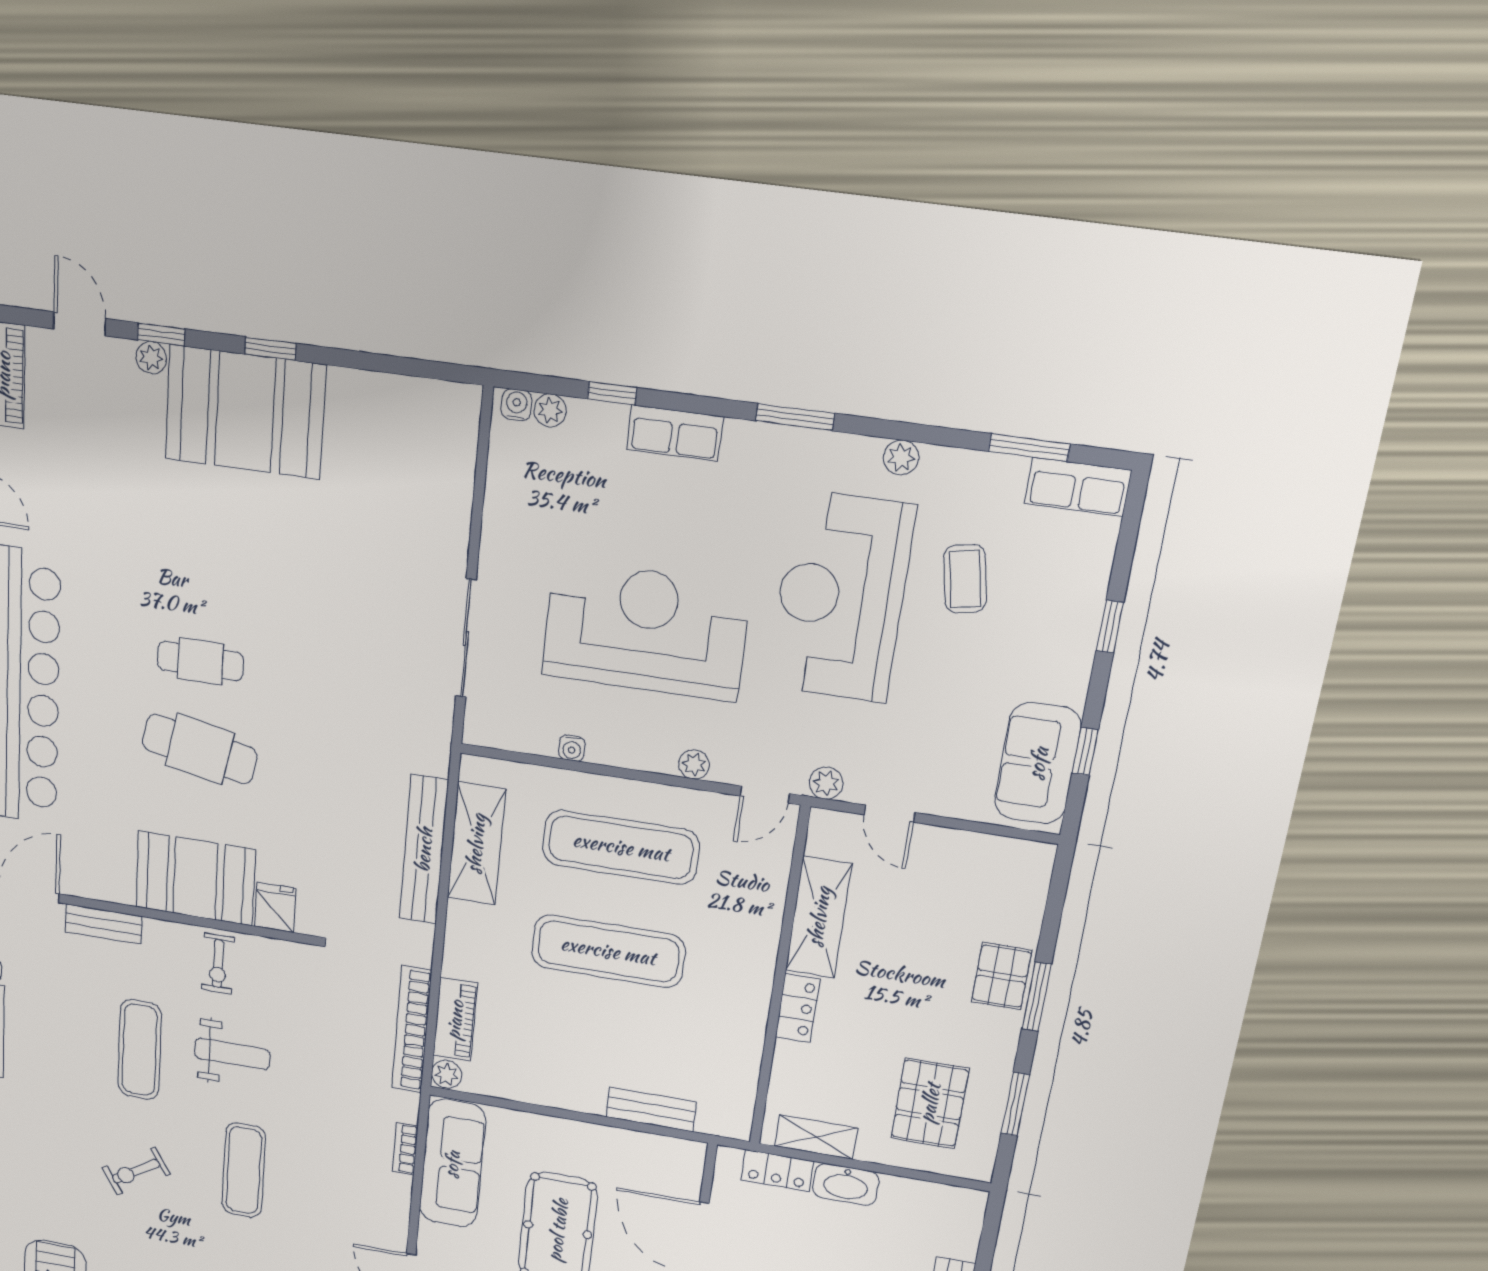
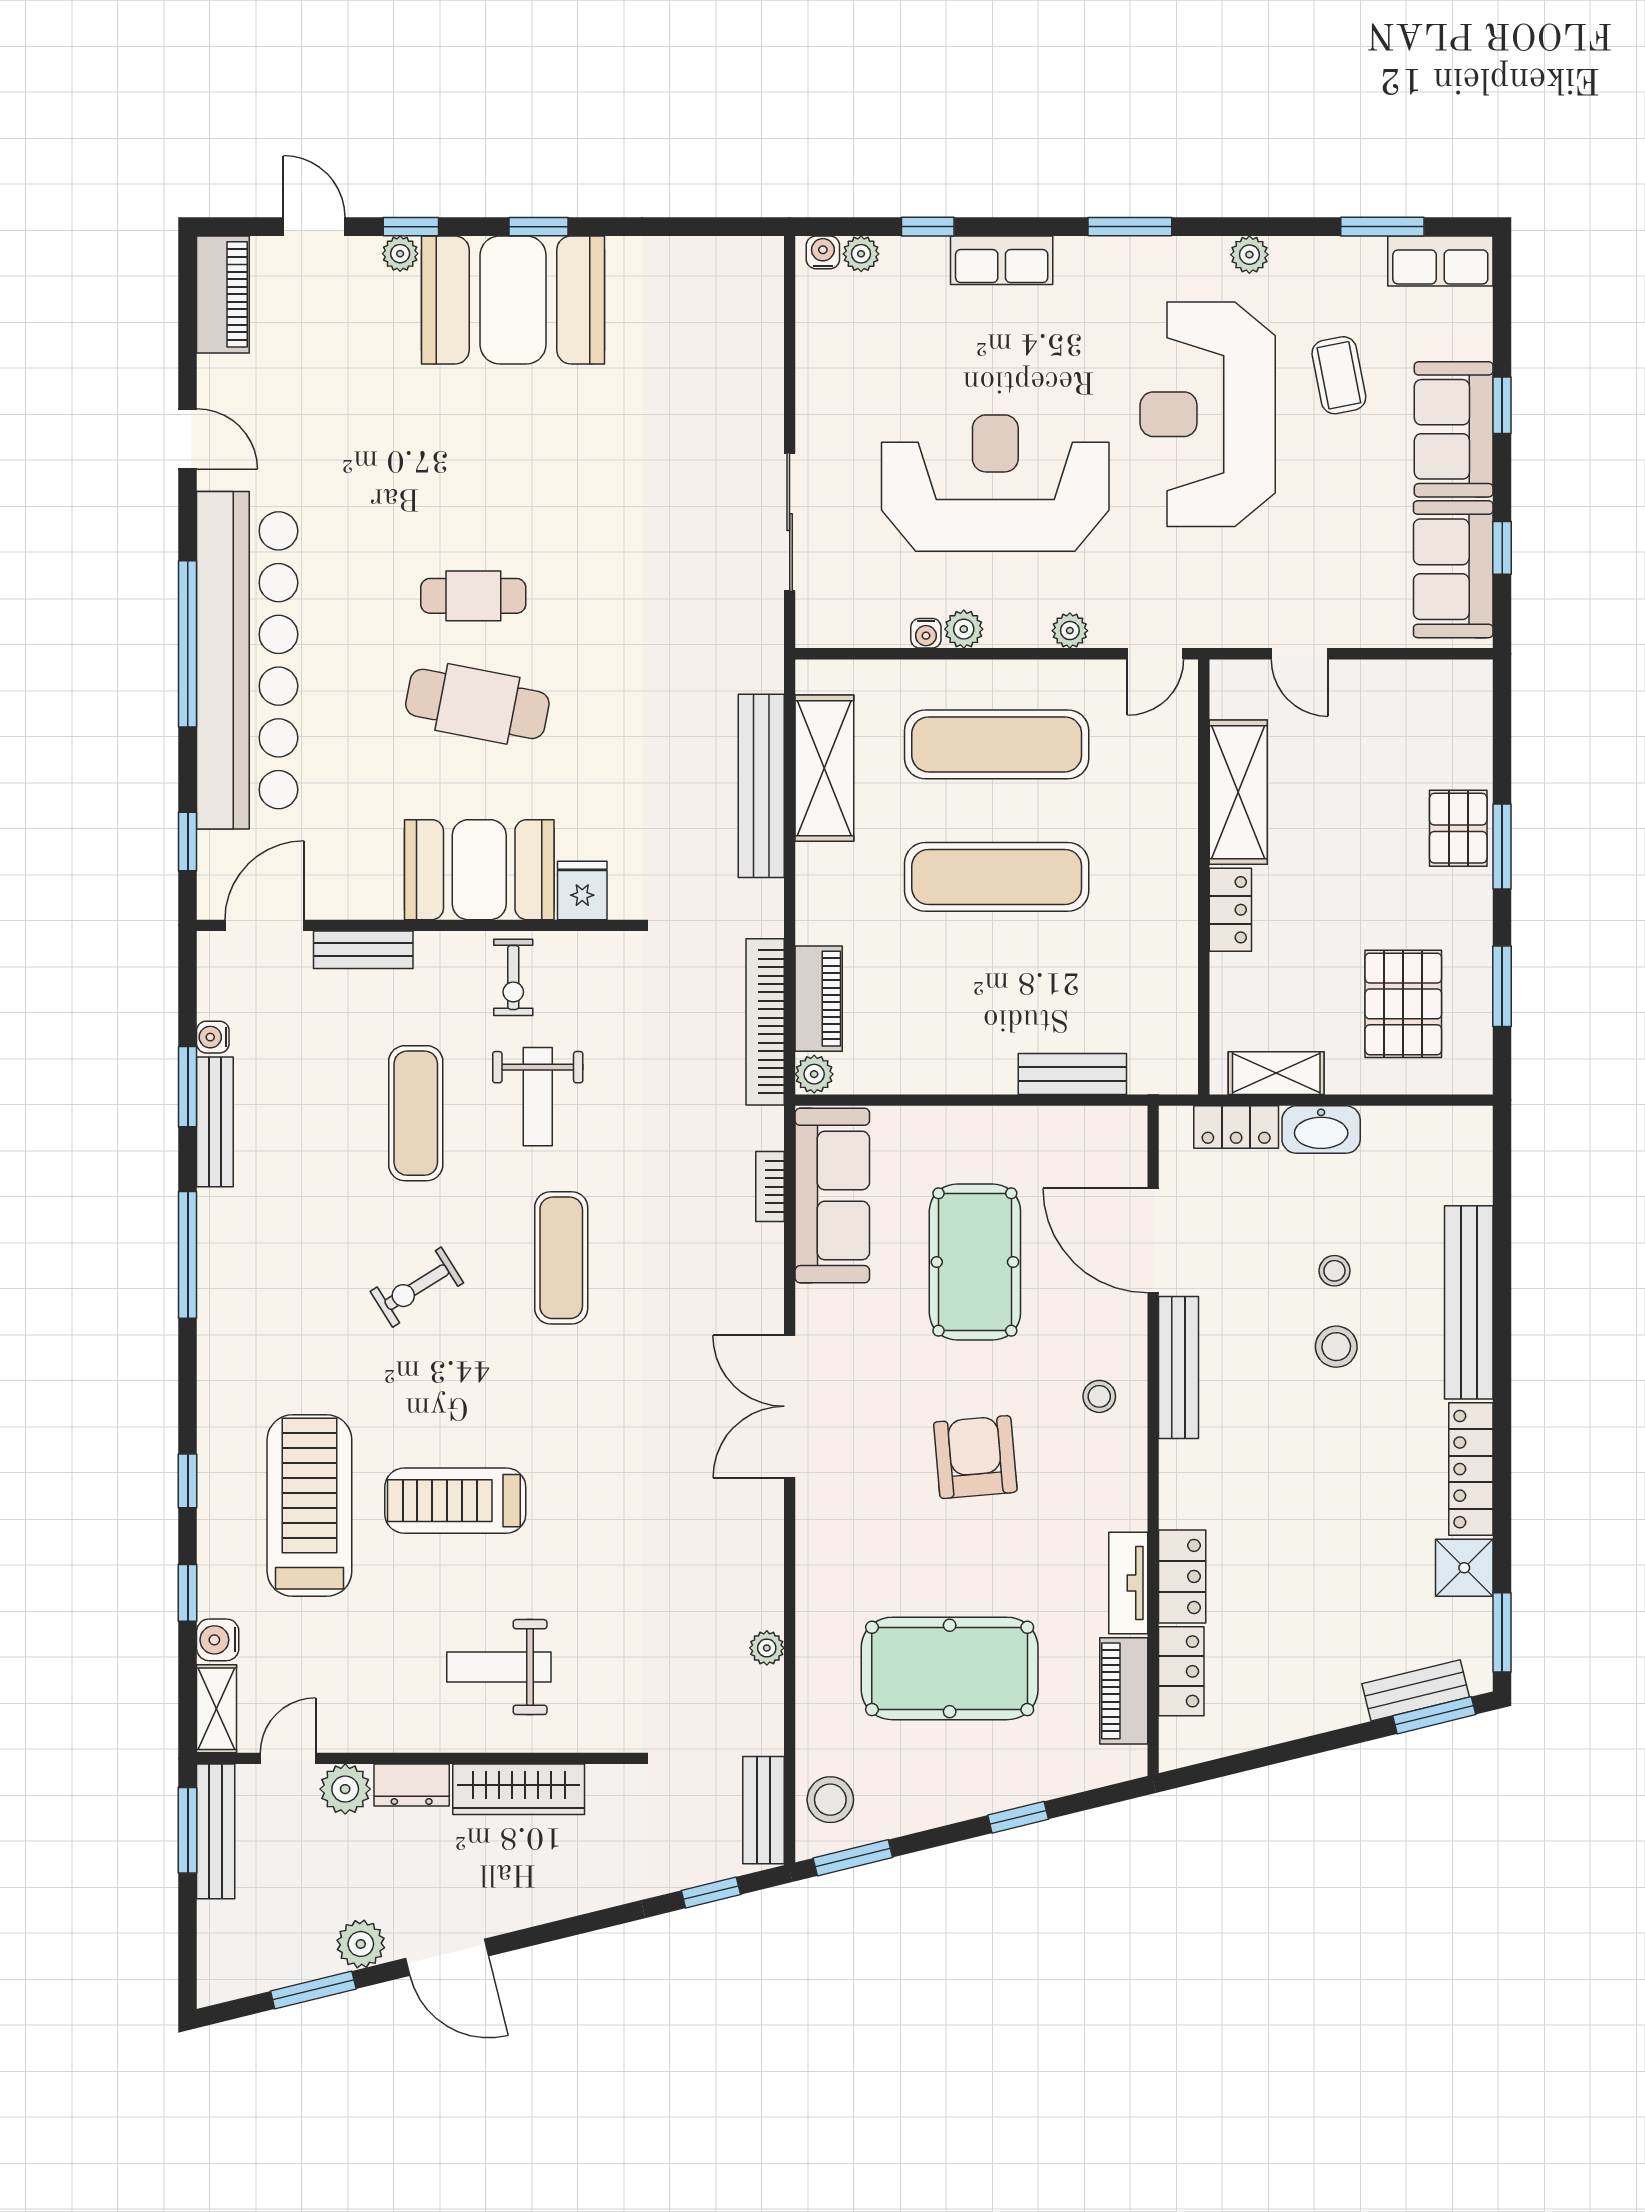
sofa: (1061, 642) -> (1454, 429), added
plant: (826, 783) -> (964, 629), moved
weight bench: (232, 1054) -> (538, 1097), turned 90

